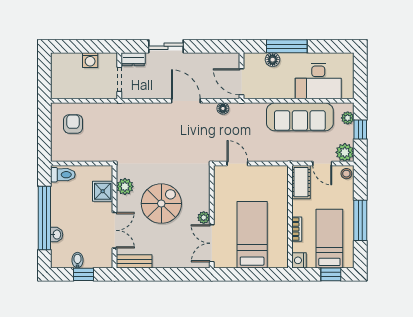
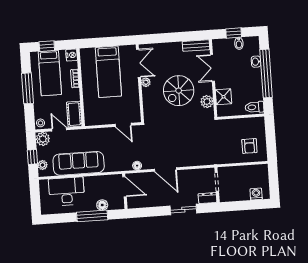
washing machine: (90, 60) -> (256, 194), moved

